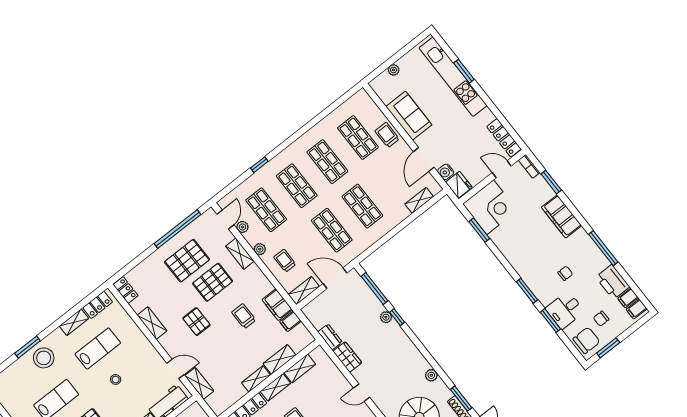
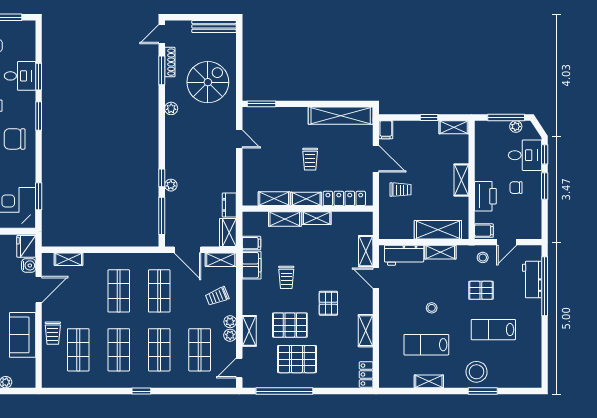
window: (259, 165) -> (141, 391), moved
plant: (242, 227) -> (230, 335), moved
trolley: (285, 261) -> (217, 296), turned 68
locker: (98, 305) -> (398, 381), removed
chair: (586, 340) -> (15, 139), moved
wardrobe: (347, 357) -> (228, 233), moved

